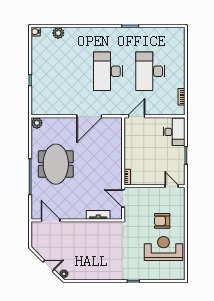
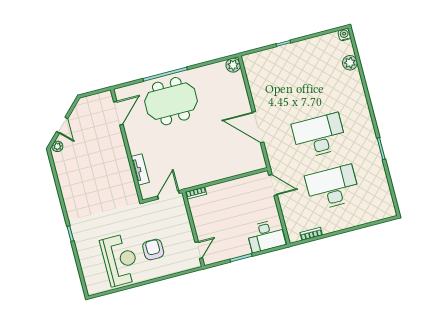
meeting table: (56, 164) -> (171, 101), moved

